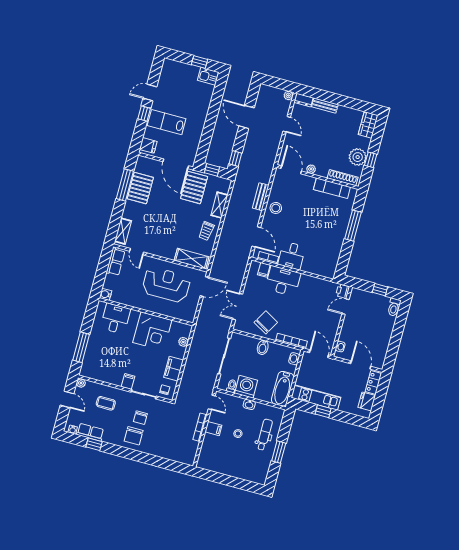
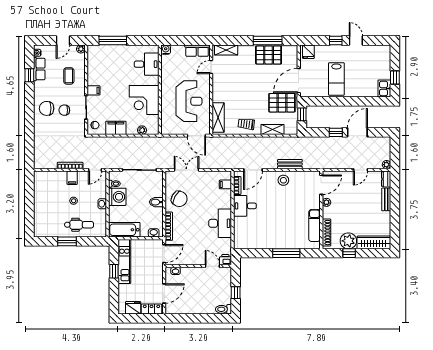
lab bench: (167, 122) -> (336, 79), moved, turned 180
wardrobe: (368, 125) -> (374, 242), width x1.50
window: (235, 158) -> (336, 132), moved
desk: (283, 281) -> (220, 223), moved

